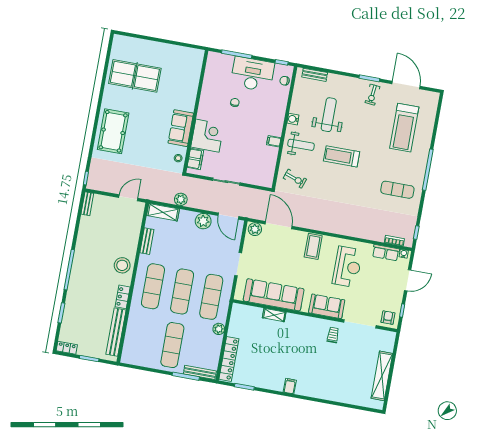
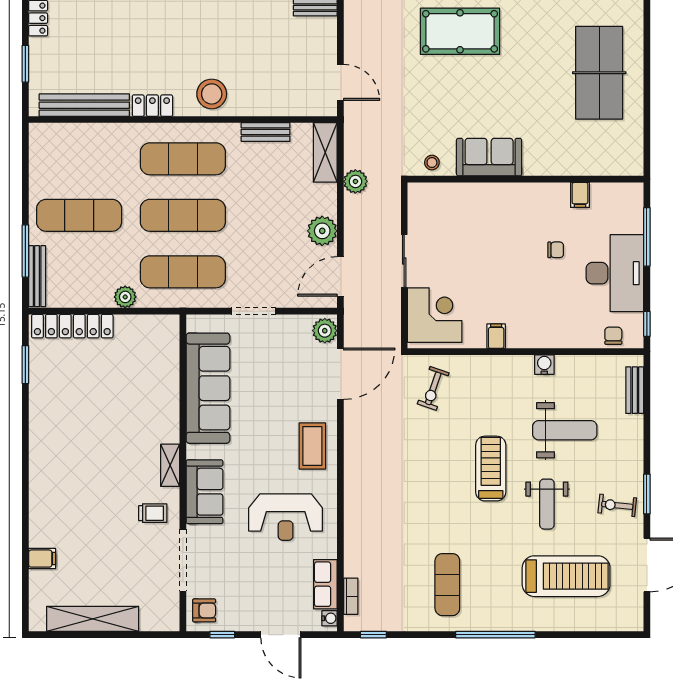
table tennis table: (135, 76) -> (599, 73), moved
treadmill: (404, 128) -> (566, 576), turned 180
corner desk: (207, 136) -> (435, 315), moved, turned -90
weight bench: (301, 145) -> (547, 504), moved
filing cabinet: (195, 159) -> (580, 195), moved, width x0.50
coffee table: (313, 246) -> (312, 446), turned 90
shelving: (274, 315) -> (170, 465), moved
filing cabinet: (290, 386) -> (42, 559), moved

